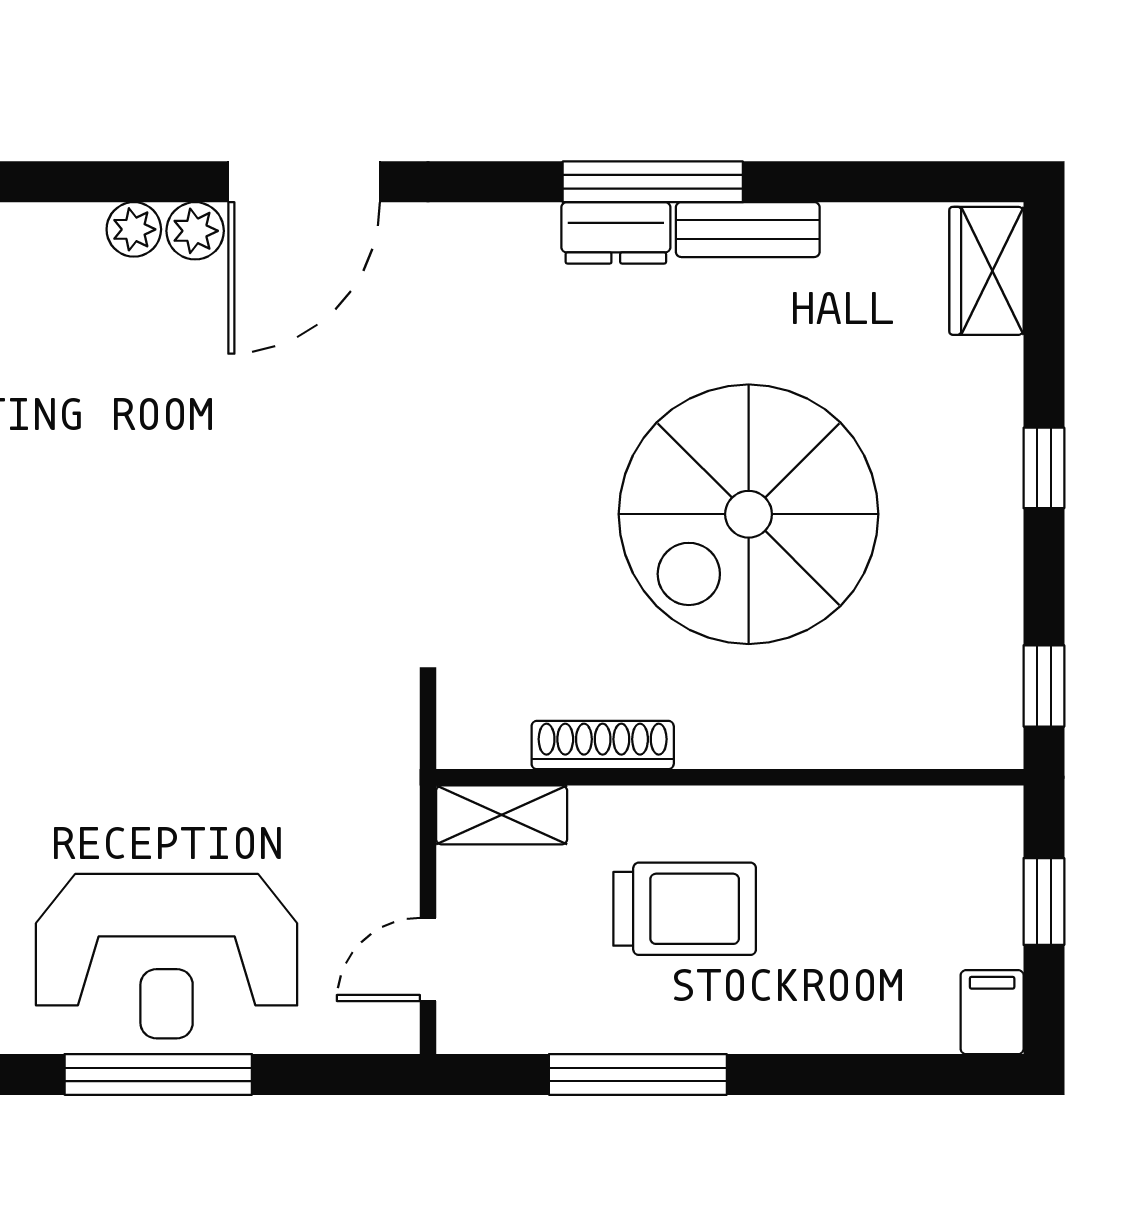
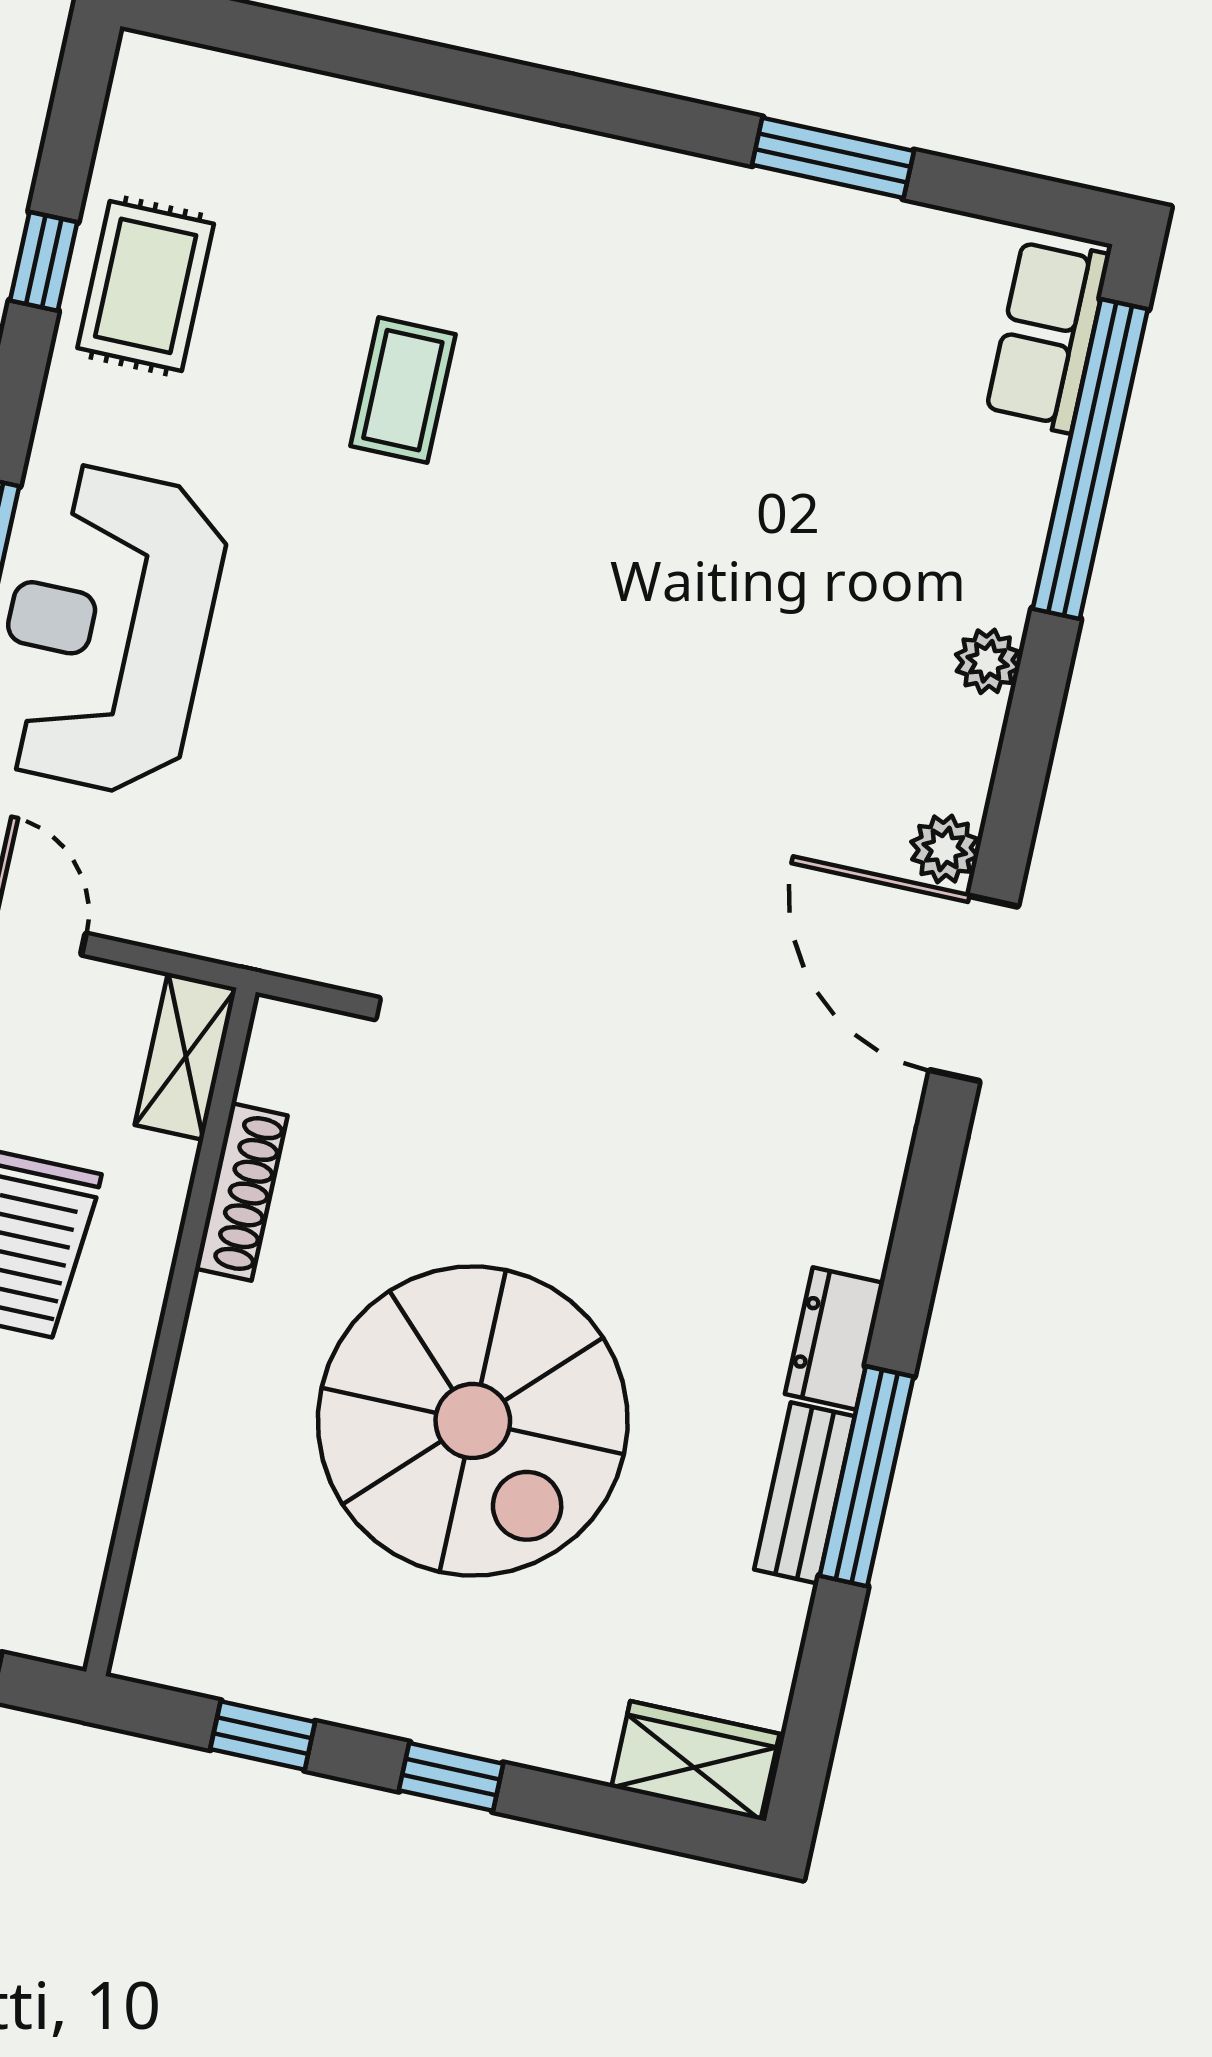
window: (653, 182) -> (867, 1476), moved
plant: (134, 229) -> (988, 661), moved
spiral stairs: (749, 514) -> (473, 1421), turned 180
window: (1044, 686) -> (263, 1736), moved

